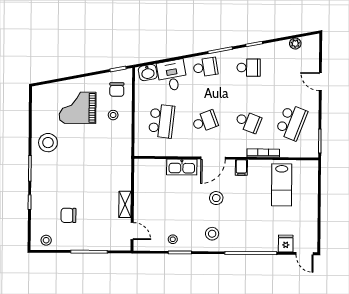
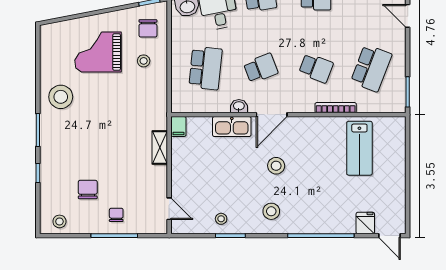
washbasin: (187, 151) -> (239, 106), added
filing cabinet: (241, 167) -> (178, 126), moved
shelving: (125, 204) -> (160, 147), moved
chair: (68, 215) -> (88, 189), turned 90
chair: (91, 235) -> (116, 215), added

